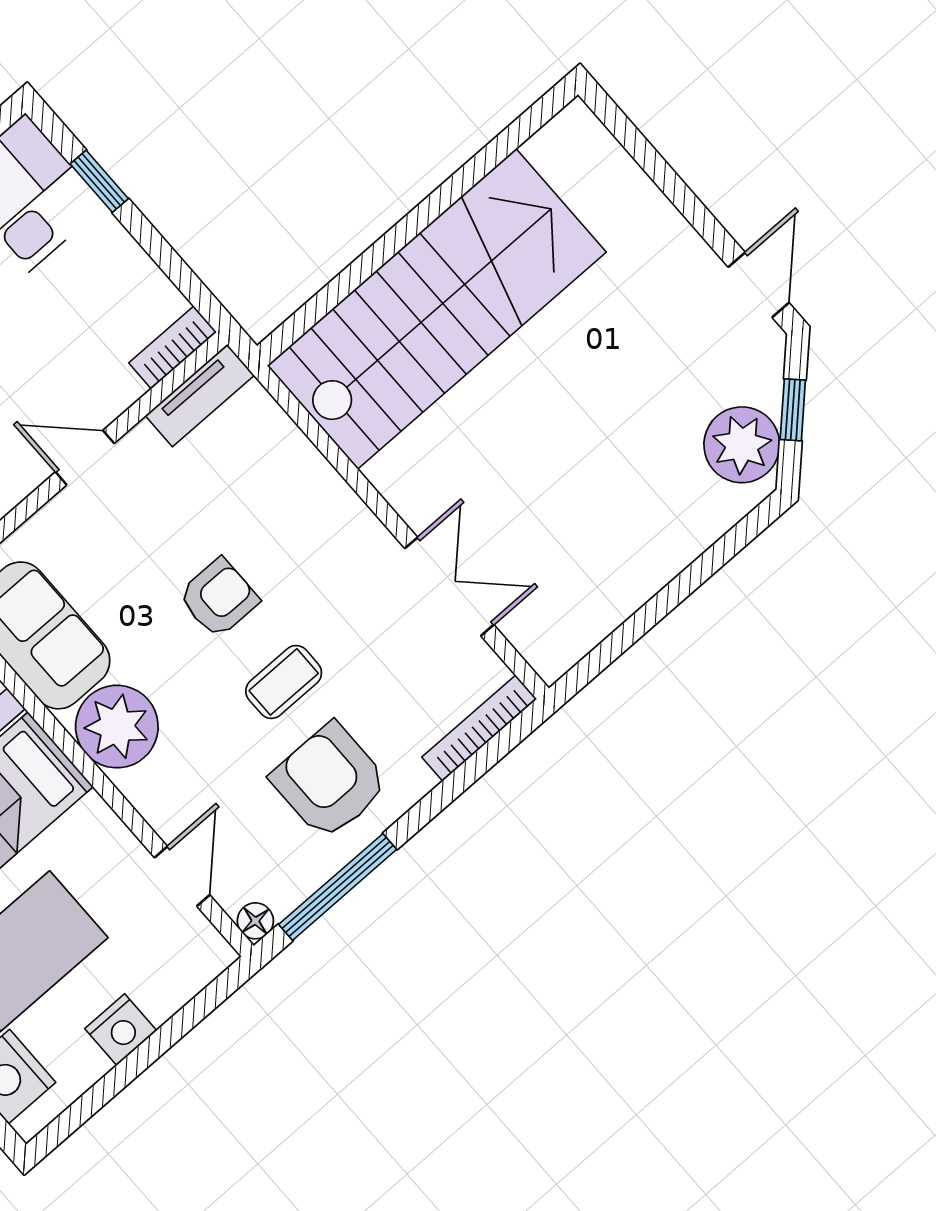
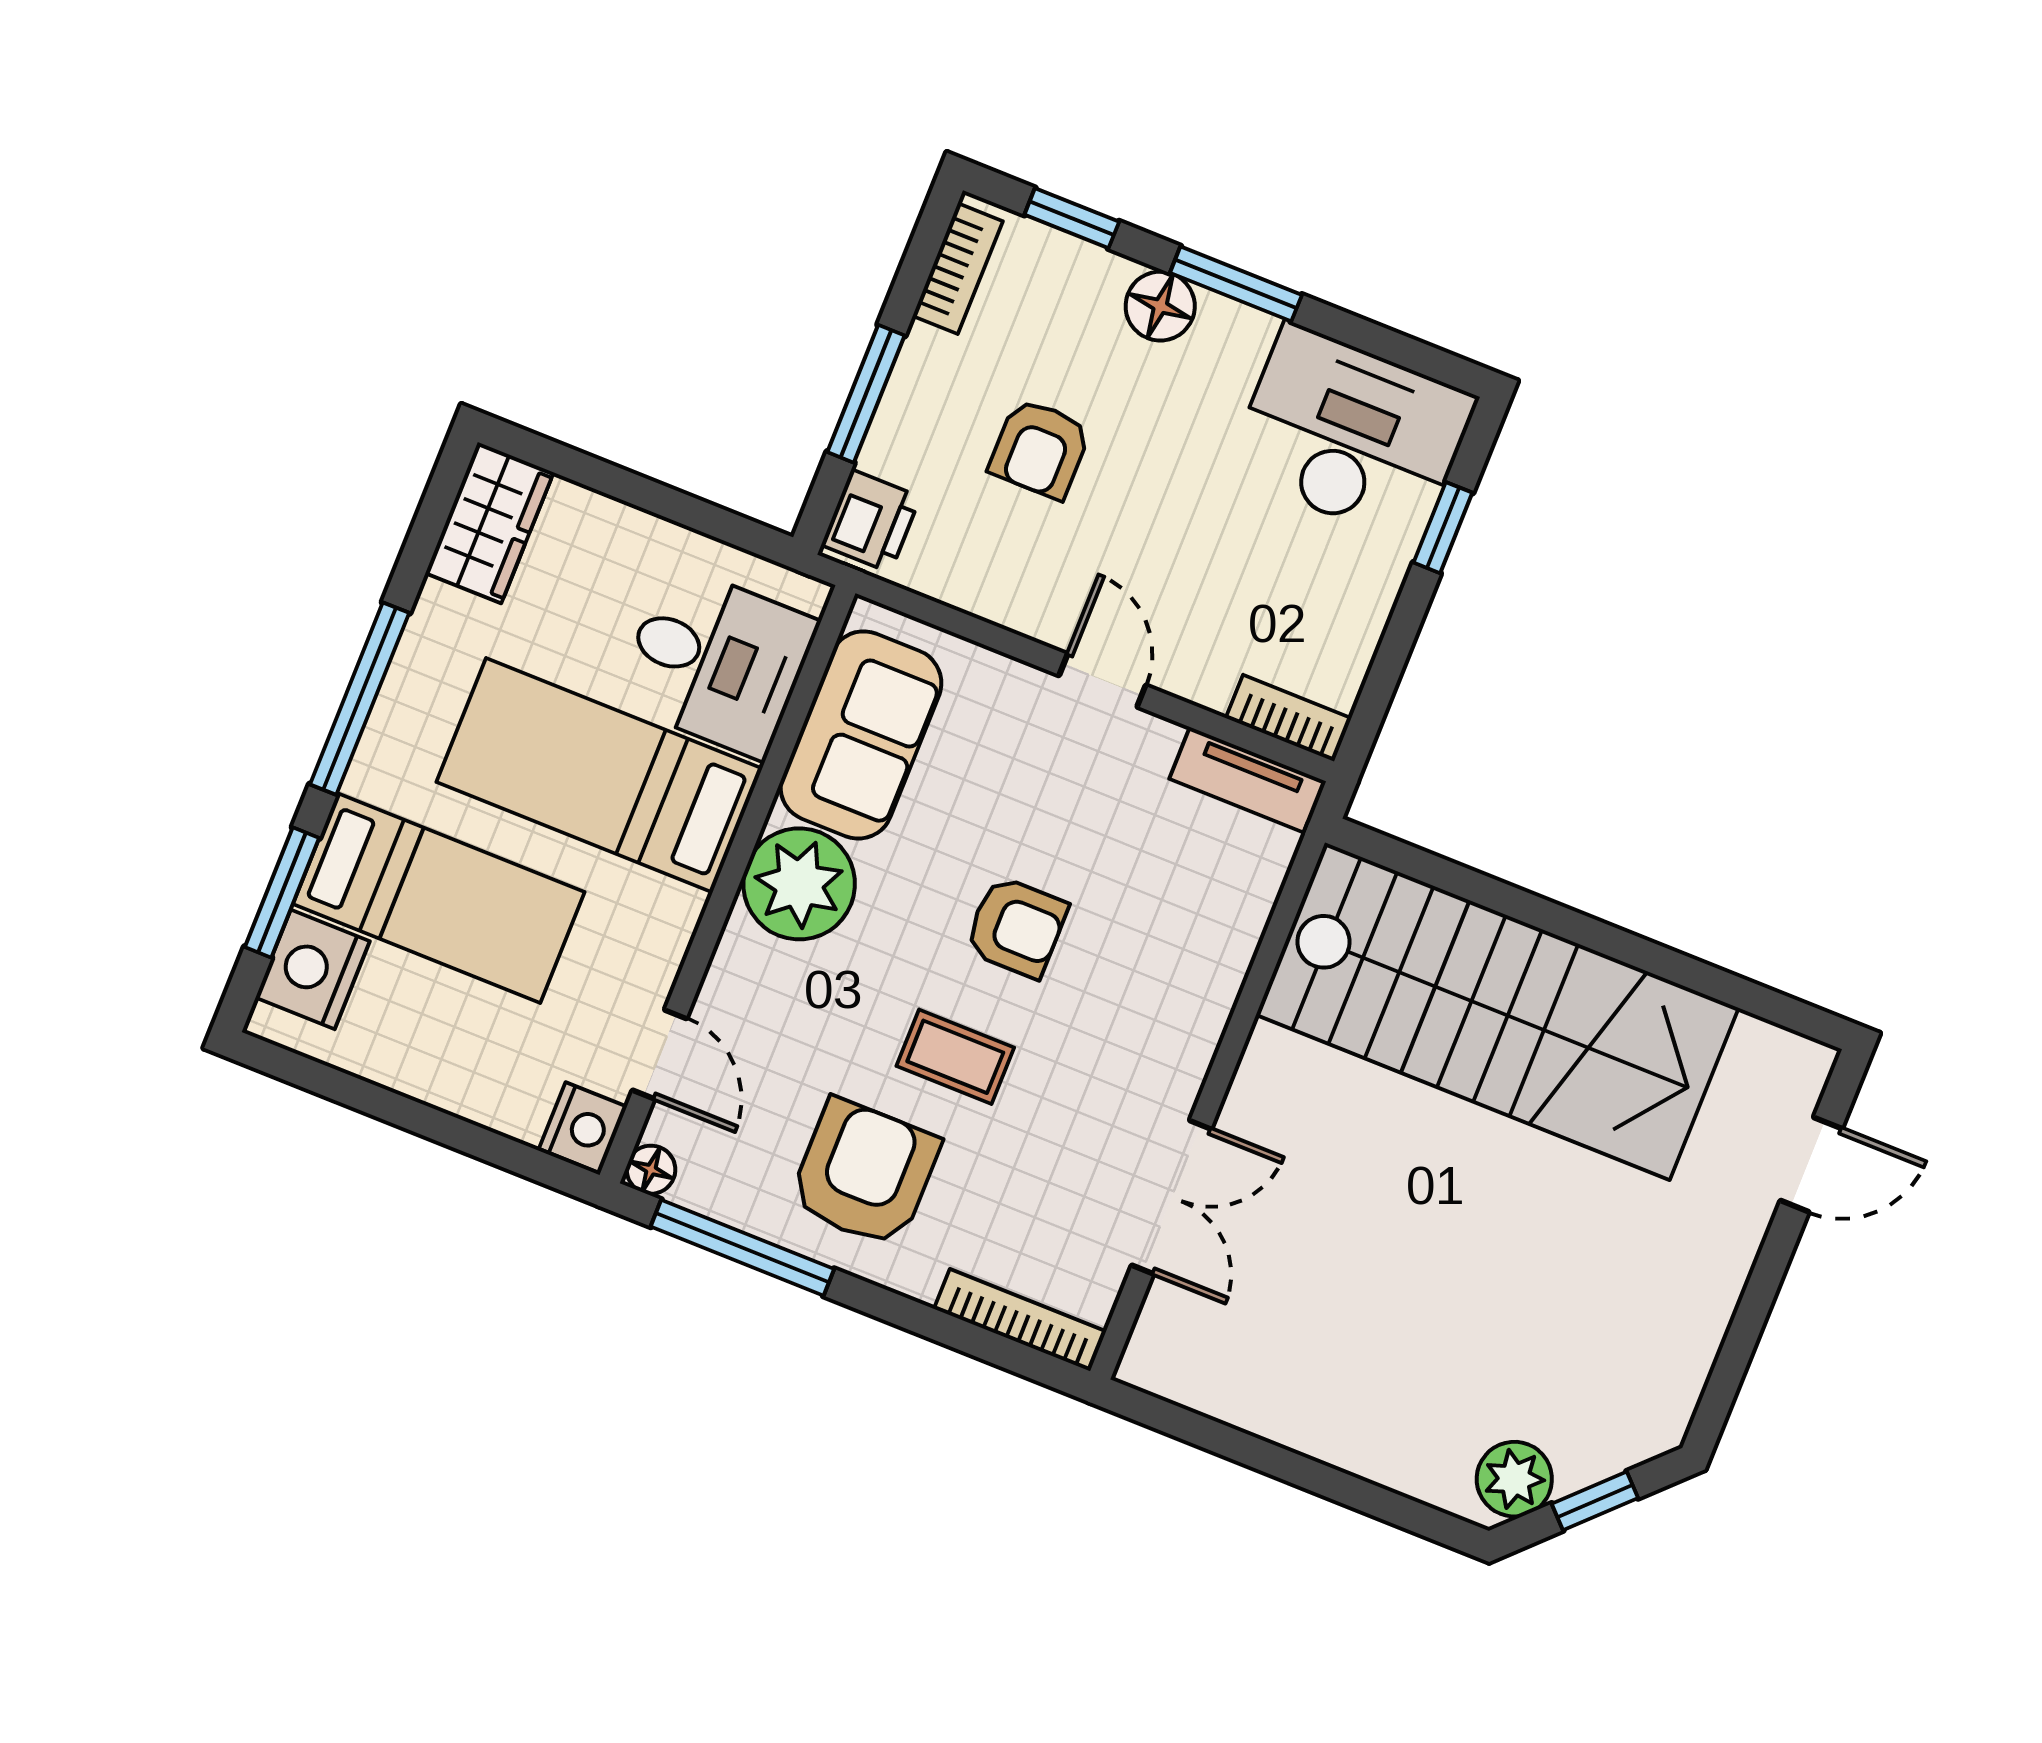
door: (759, 285) -> (1811, 1165), moved
plant: (742, 445) -> (1514, 1479), width x0.73, depth x0.73
door: (182, 876) -> (660, 1054), hinge flipped
nightstand: (121, 1030) -> (583, 1128), moved, turned -90

